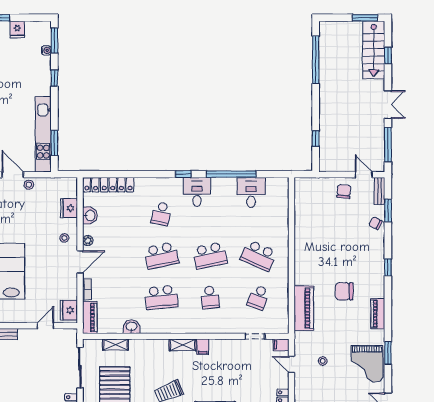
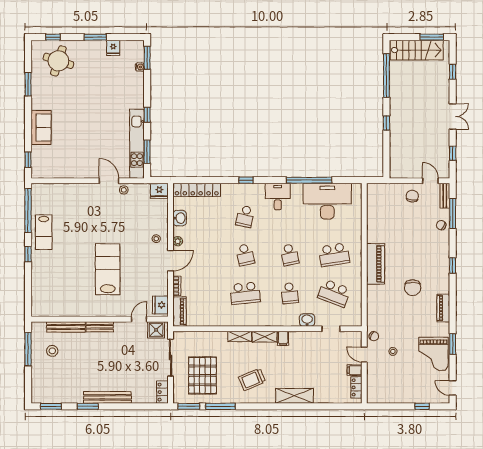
stairs: (374, 50) -> (417, 50), moved, turned -90
window: (54, 78) -> (147, 115), moved
window: (316, 138) -> (386, 123), moved
window: (388, 145) -> (453, 153), width x0.46
window: (183, 174) -> (246, 180), moved
desk: (251, 192) -> (327, 201), width x1.87, depth x1.30
fridge: (69, 208) -> (159, 191), moved, turned -90
window: (388, 210) -> (453, 213), width x1.44
school desk: (161, 255) -> (245, 255), width x0.54
school desk: (210, 255) -> (290, 255), width x0.54
school desk: (259, 255) -> (334, 255), turned -33
chair: (344, 291) -> (413, 288), turned -90
school desk: (259, 297) -> (334, 293), width x1.85
piano: (304, 308) -> (376, 264), moved
washbasin: (131, 327) -> (307, 320), moved
shower: (64, 337) -> (156, 330), added
chair: (302, 344) -> (374, 336), added
shelving: (116, 345) -> (240, 336), moved
filing cabinet: (281, 345) -> (355, 370), moved

